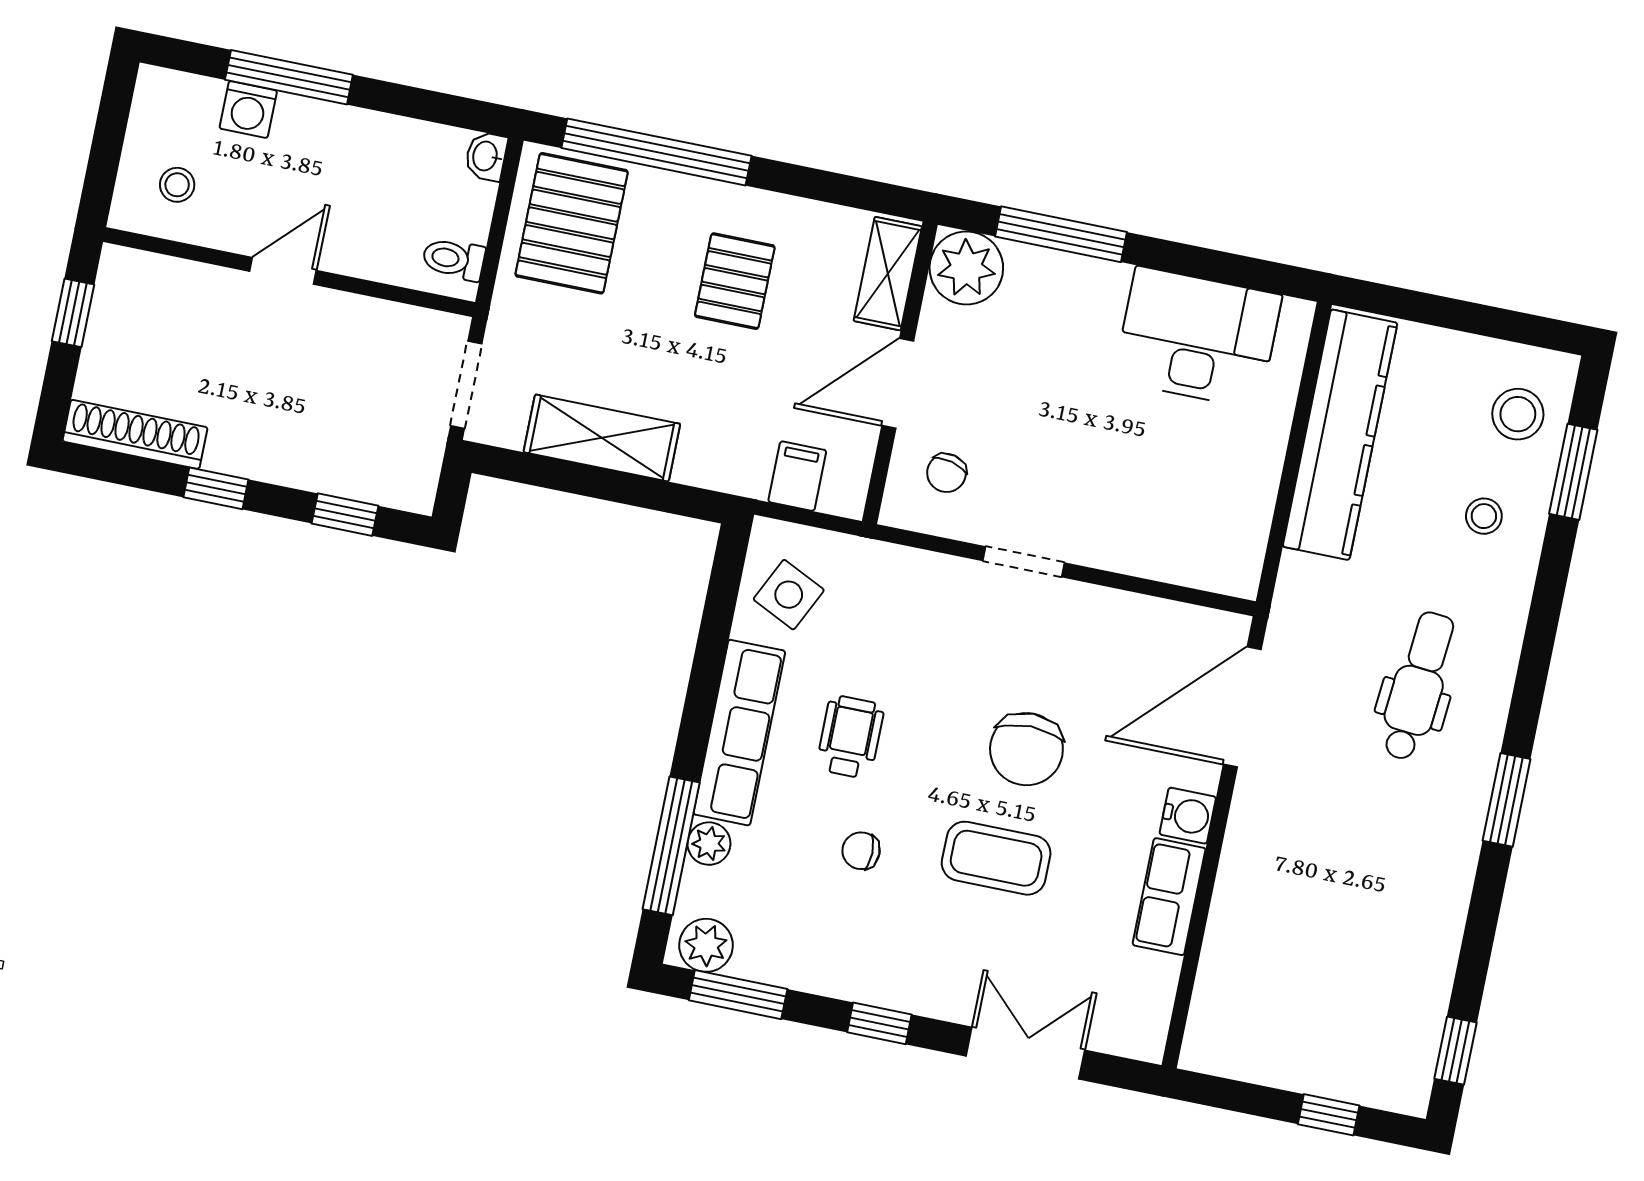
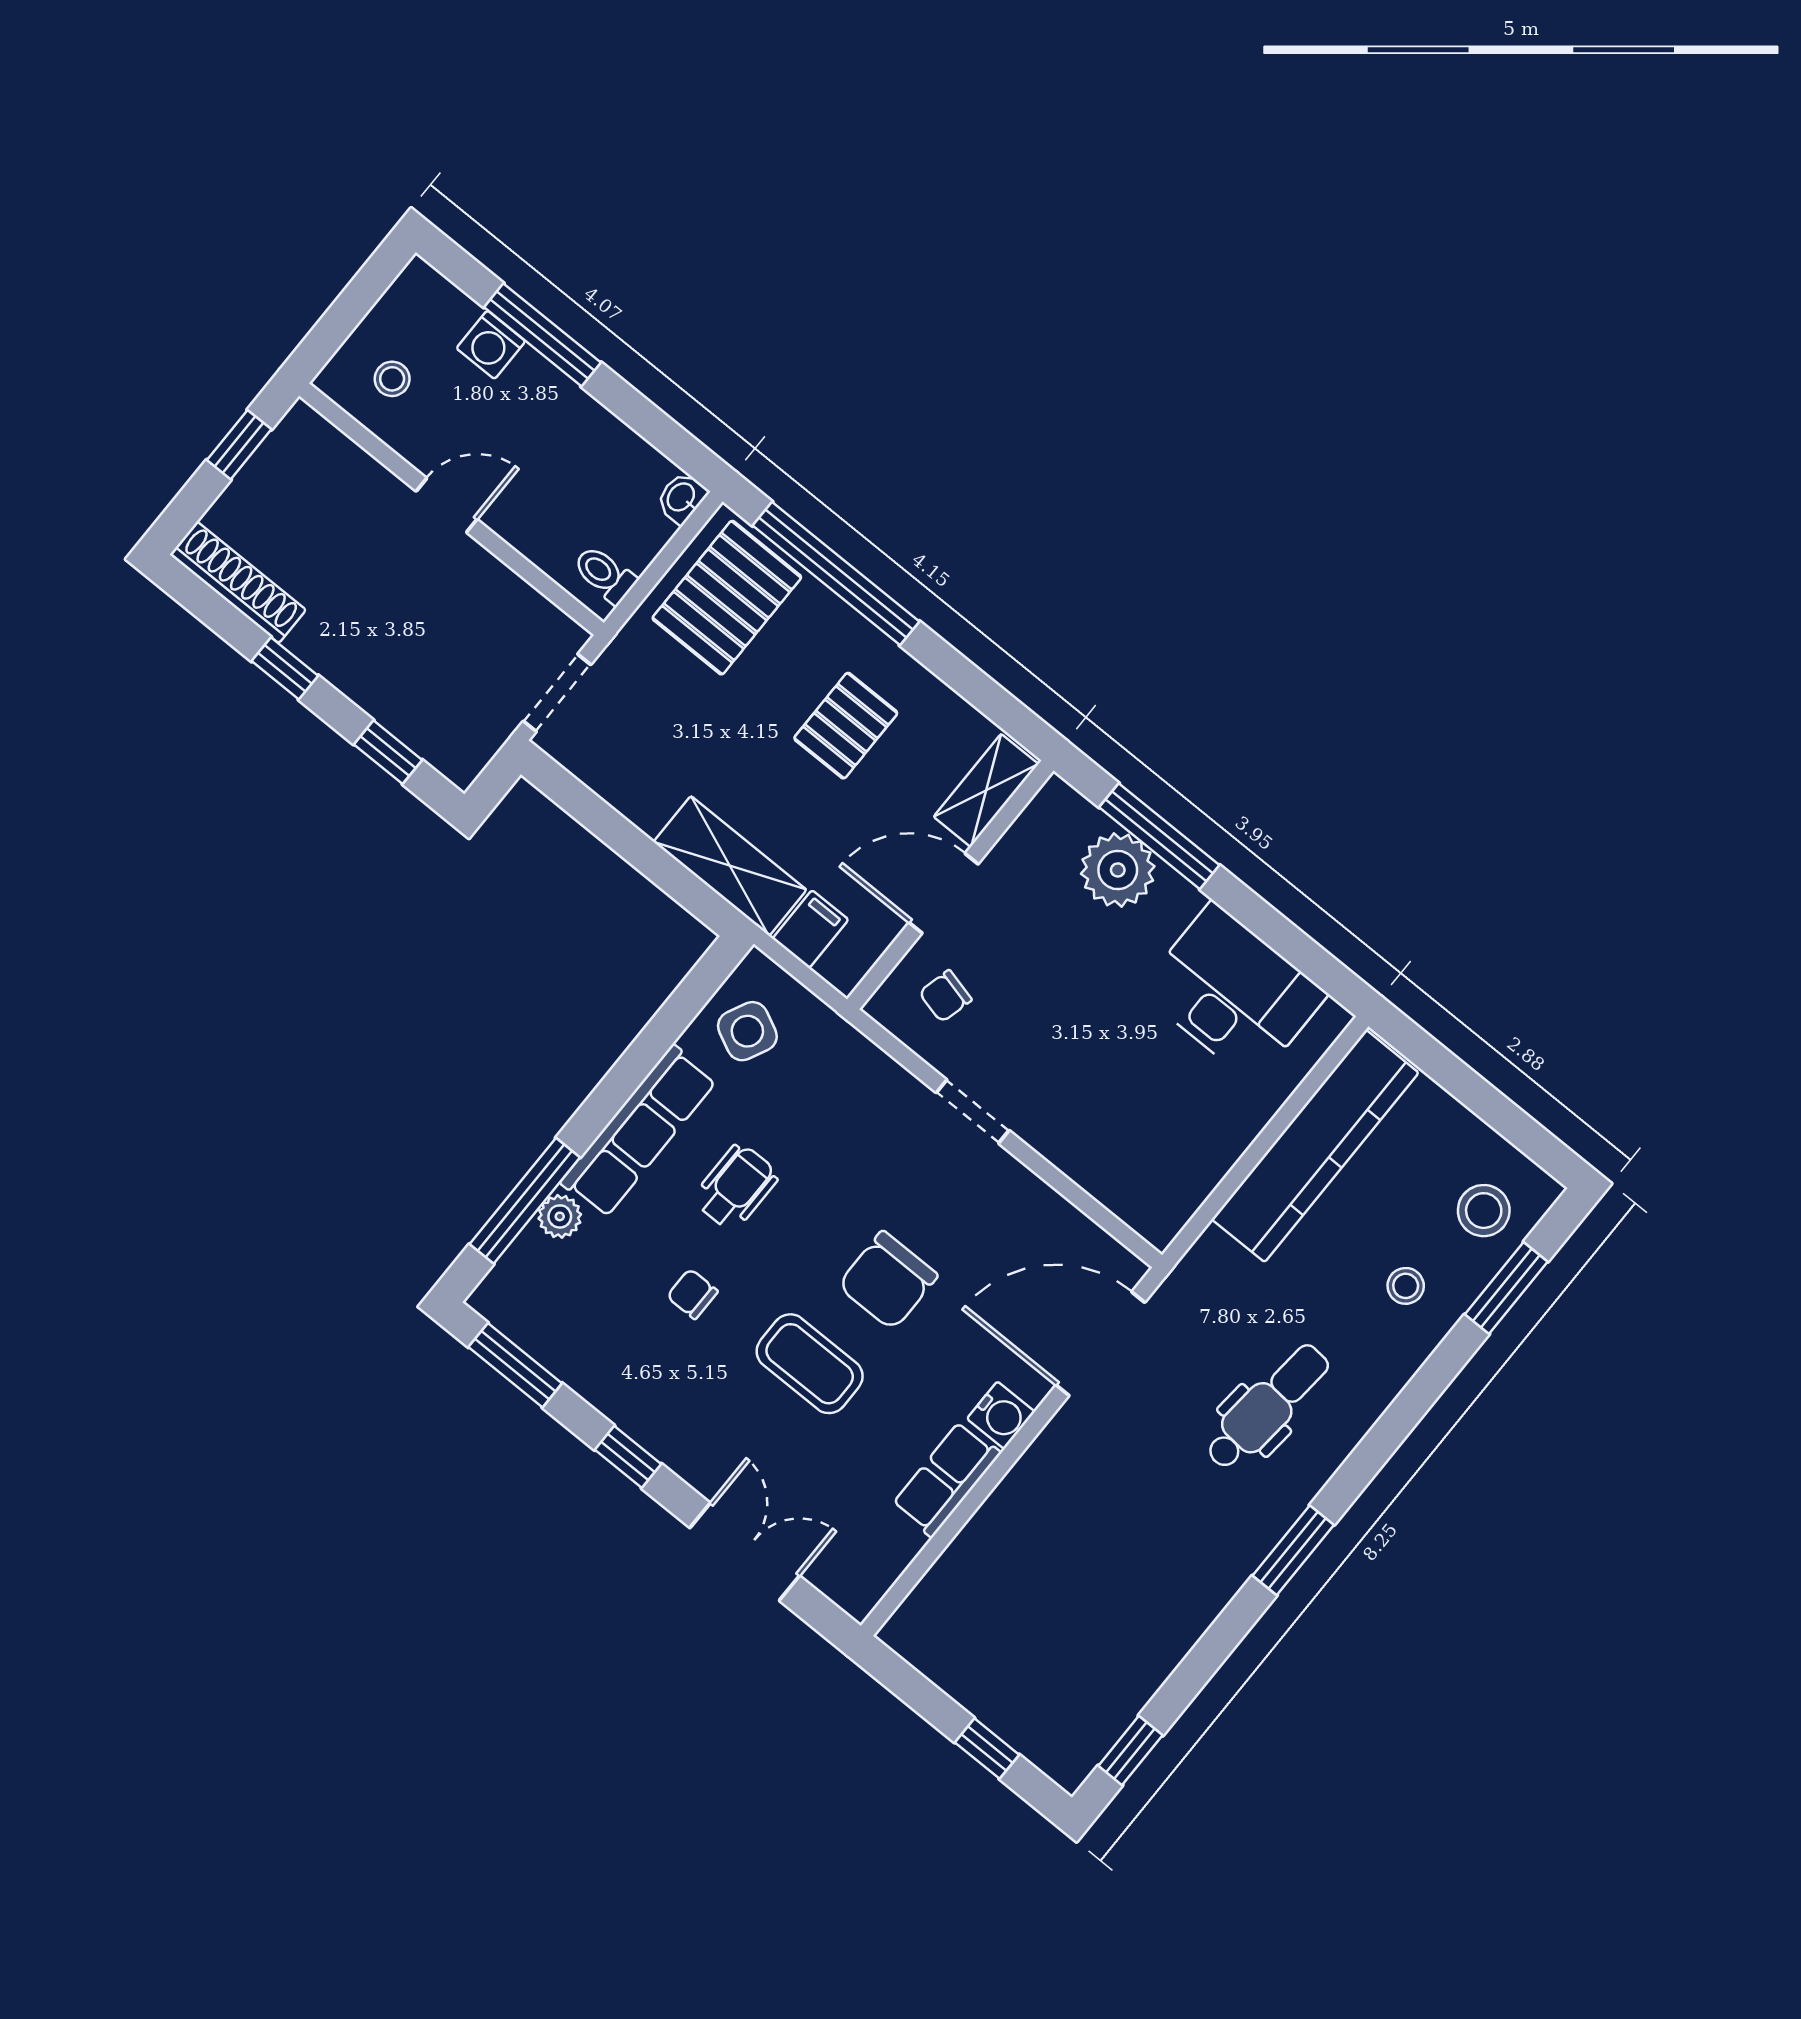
plant: (966, 268) -> (1118, 870), moved
shelving: (602, 438) -> (730, 866), moved
plant: (706, 945) -> (510, 1306), removed

